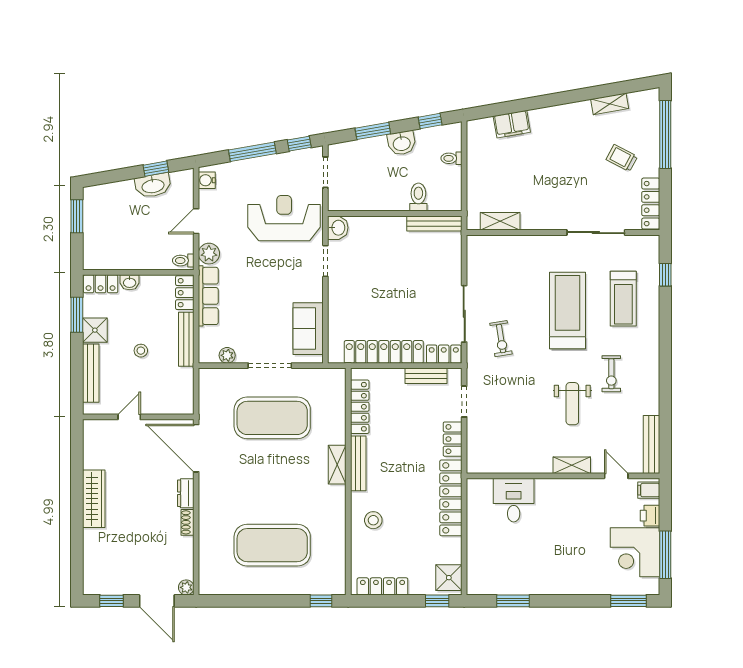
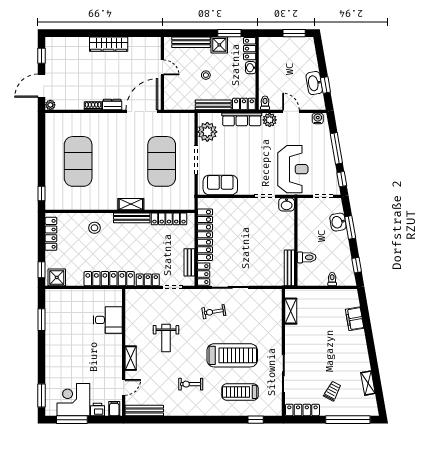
washbasin: (402, 143) -> (338, 222), moved
plant: (227, 355) -> (207, 132), width x1.88, depth x1.88
weight bench: (572, 404) -> (166, 338), moved, turned -90

